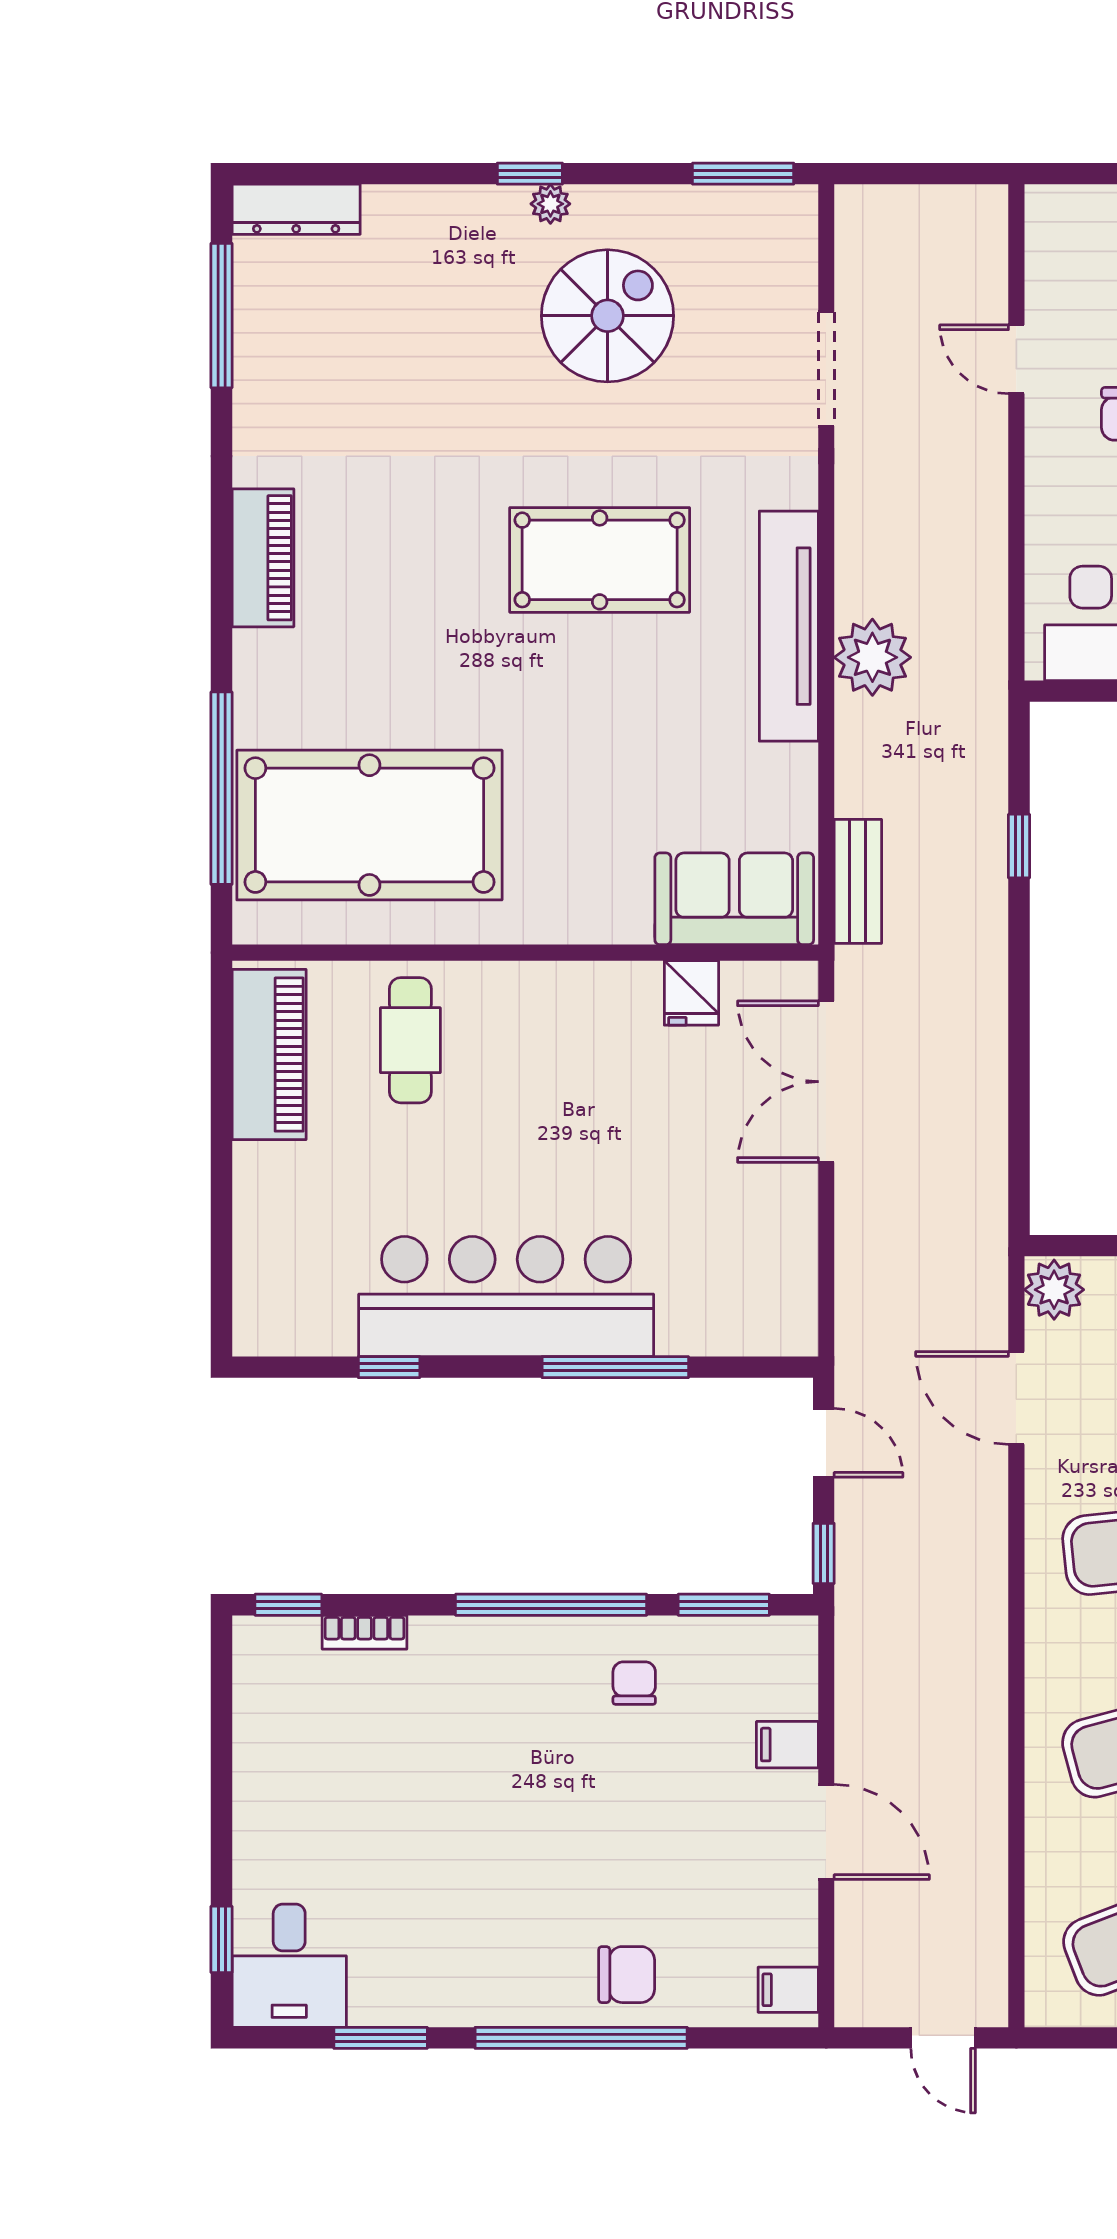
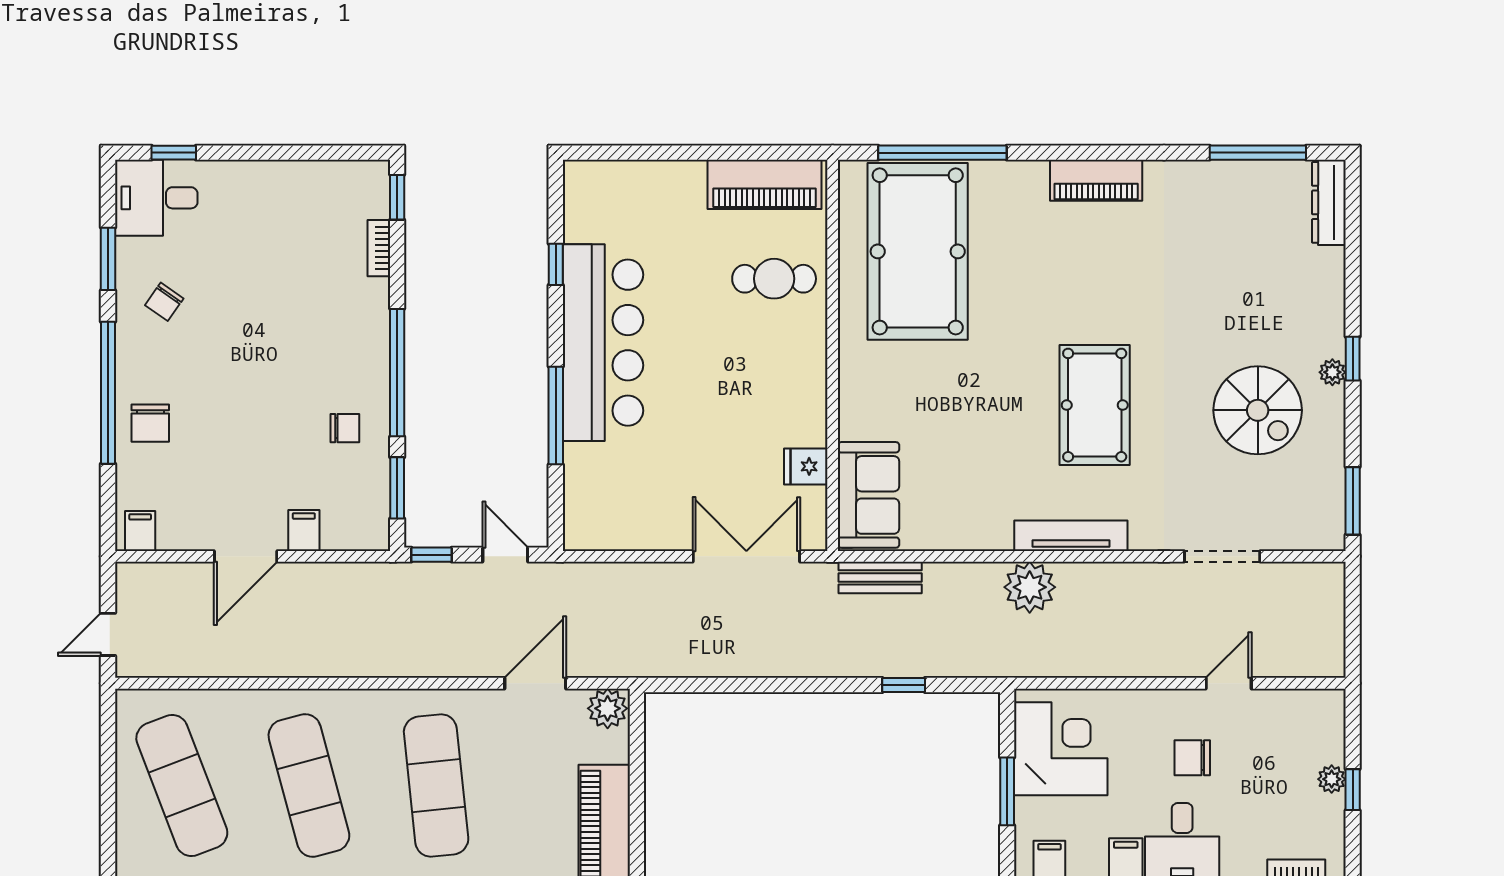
tv unit: (789, 626) -> (1071, 536), width x0.73, depth x0.78
door: (824, 1443) -> (505, 555), swing flipped
chair: (445, 1954) -> (164, 302), added

